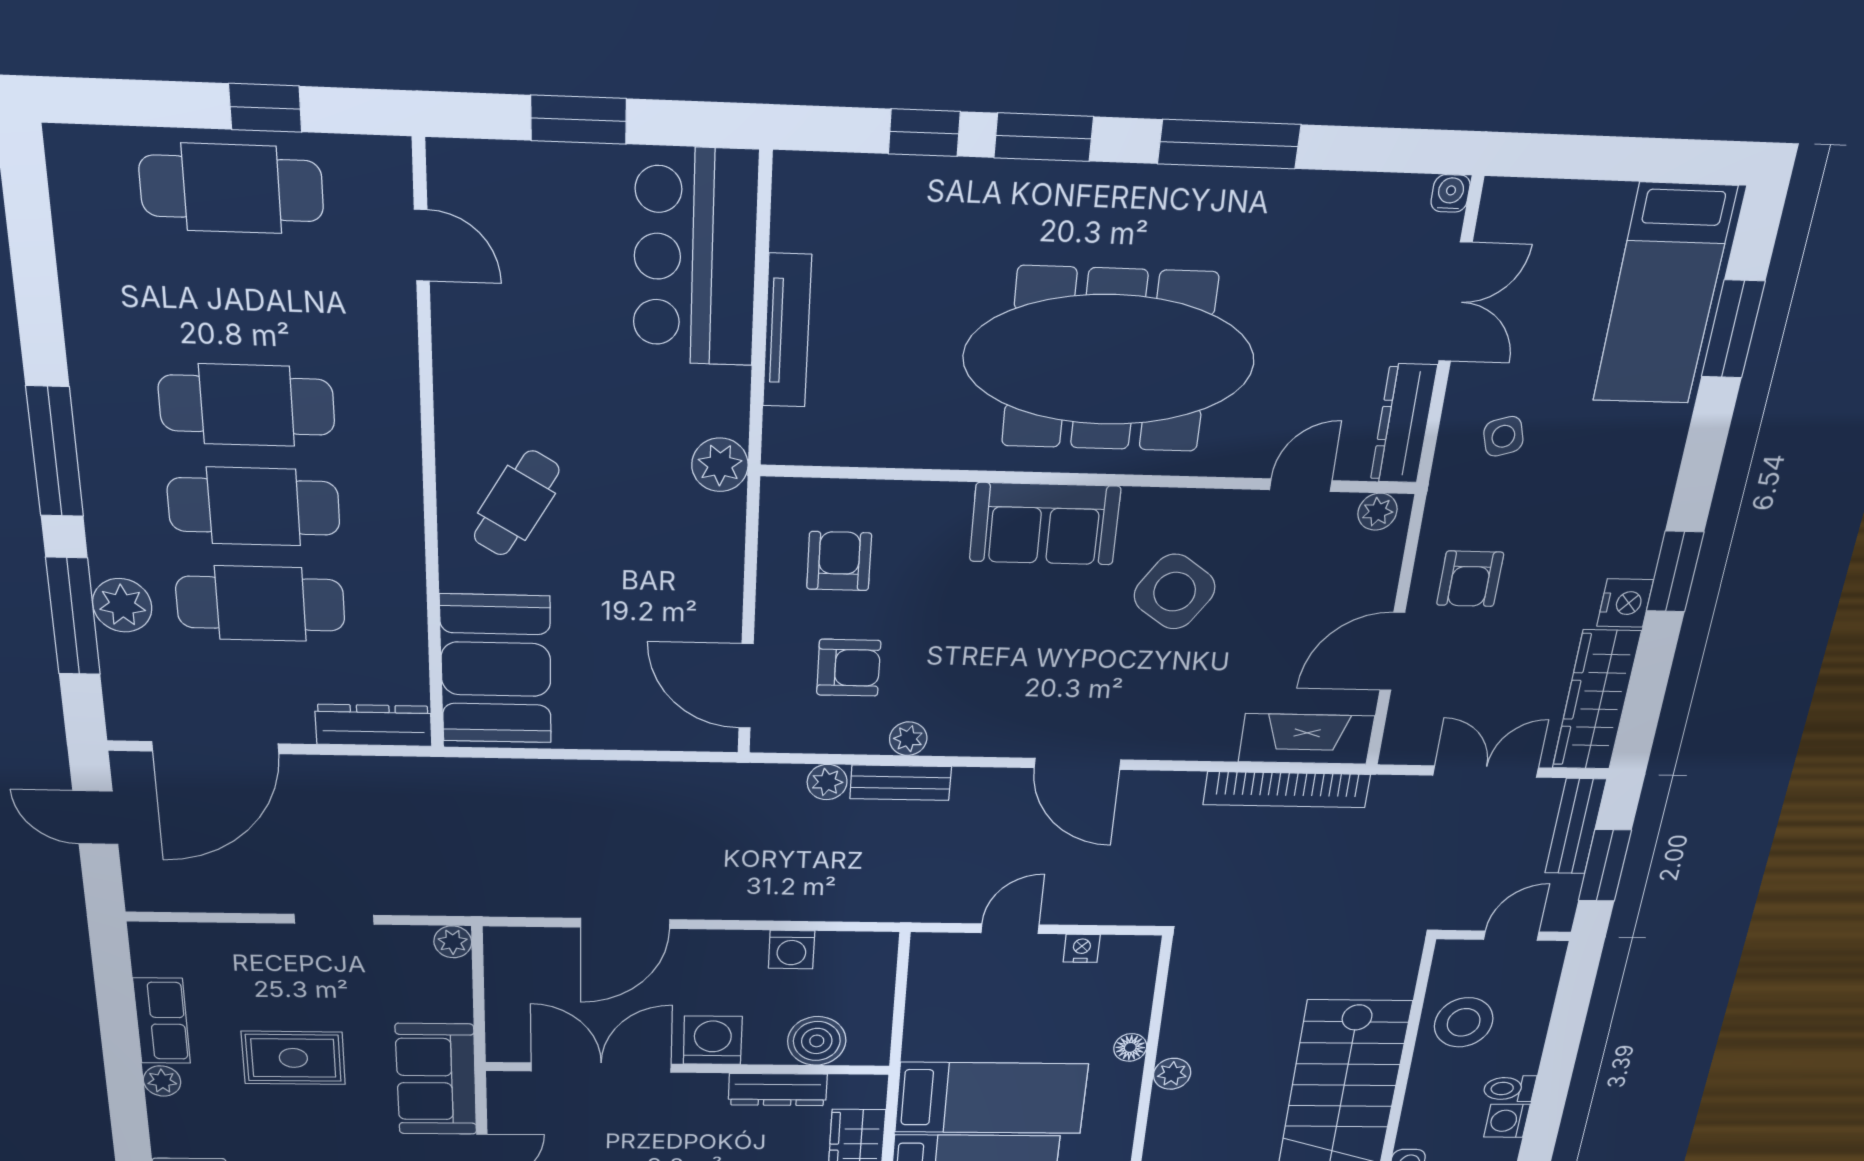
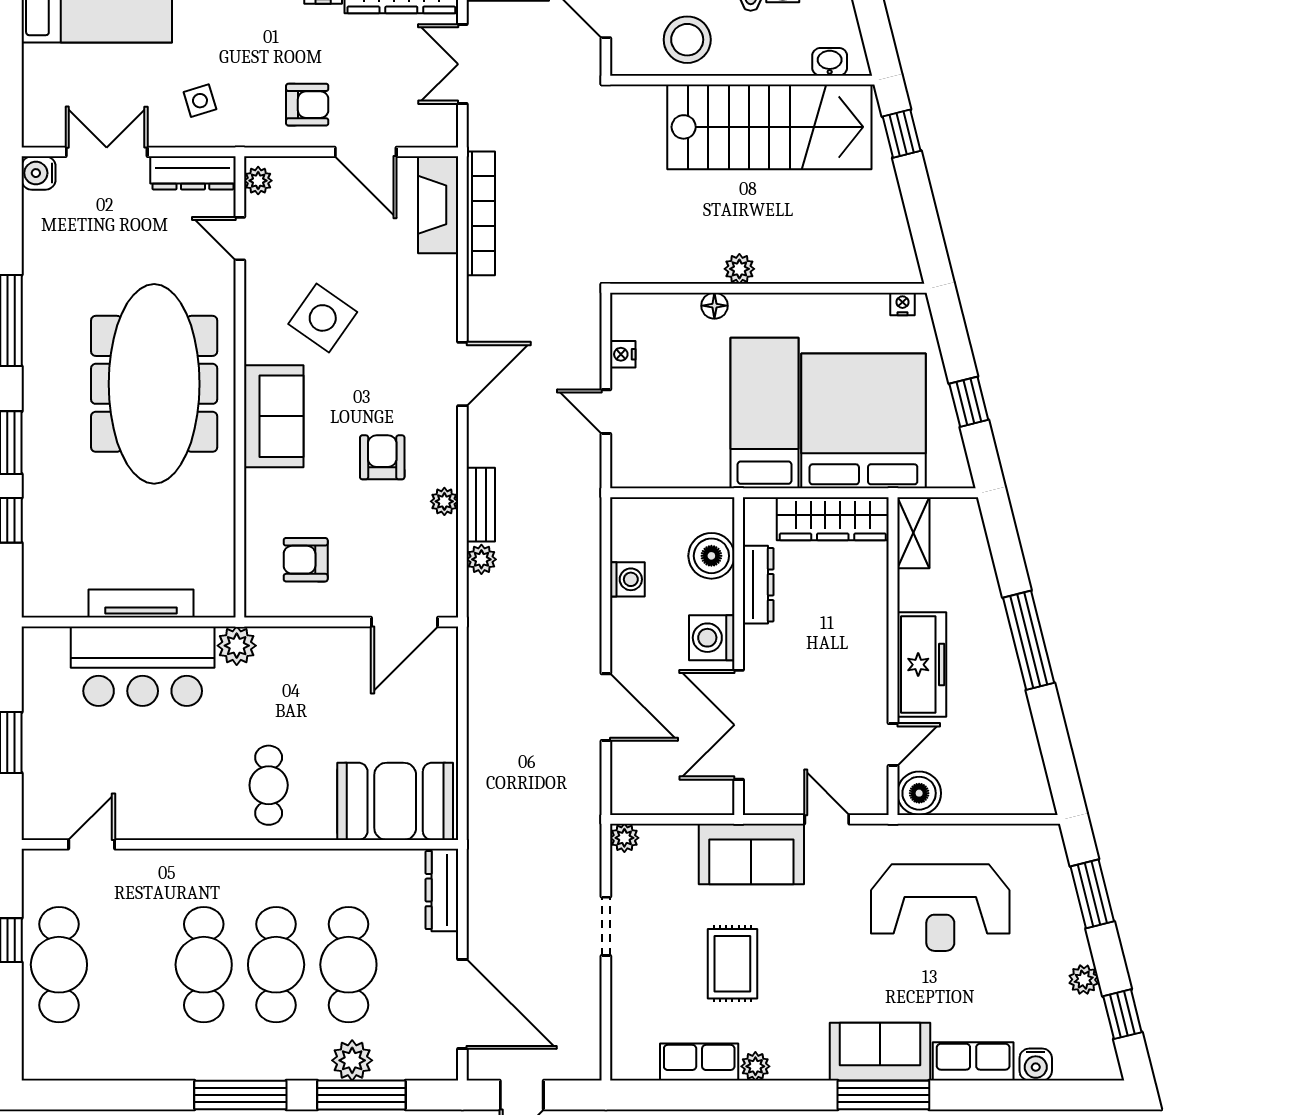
water cooler: (1450, 193) -> (39, 173), width x1.38, depth x1.38
bar counter: (695, 257) -> (143, 666), moved
cafe table: (516, 503) -> (269, 785), turned 59
armchair: (849, 668) -> (382, 457), moved

